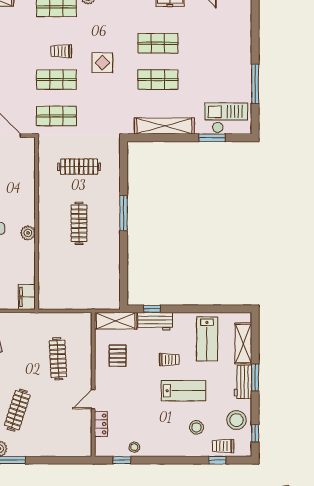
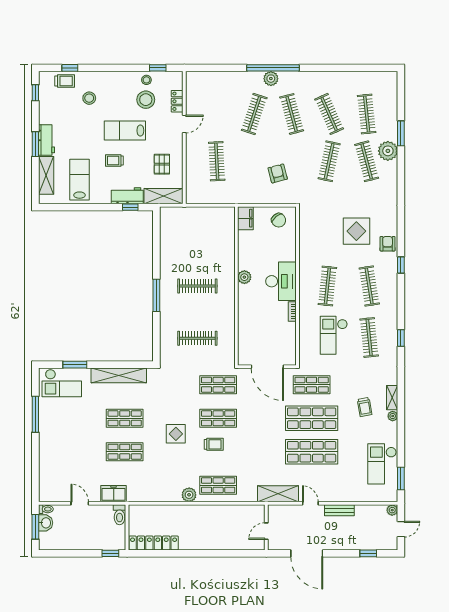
clothes rail: (79, 223) -> (197, 286), turned 90
lab bench: (183, 391) -> (125, 131), moved
stool: (237, 420) -> (146, 100), moved

